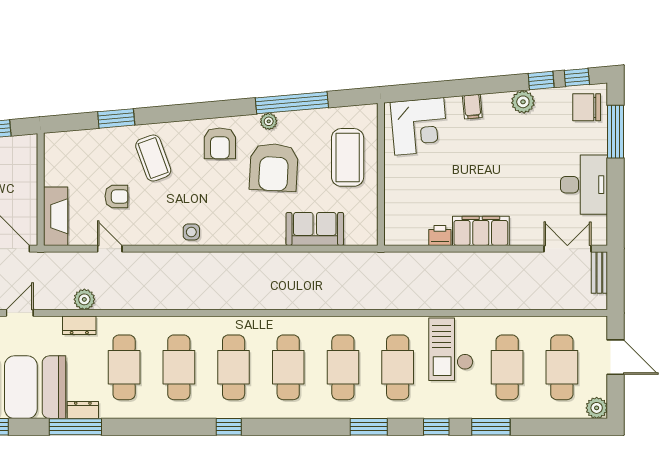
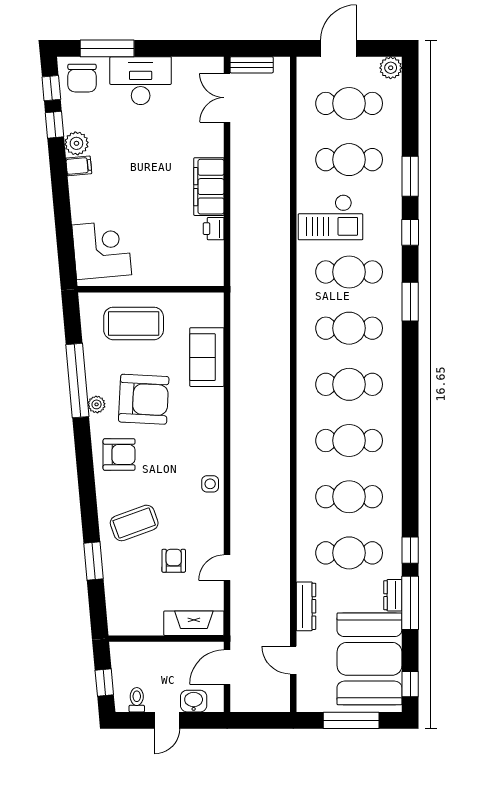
filing cabinet: (472, 107) -> (79, 166), moved
desk: (584, 185) -> (141, 81), moved
plant: (84, 299) -> (279, 594), removed
dresser: (79, 325) -> (306, 606), width x1.44
window: (229, 427) -> (410, 550), moved

